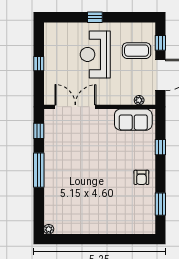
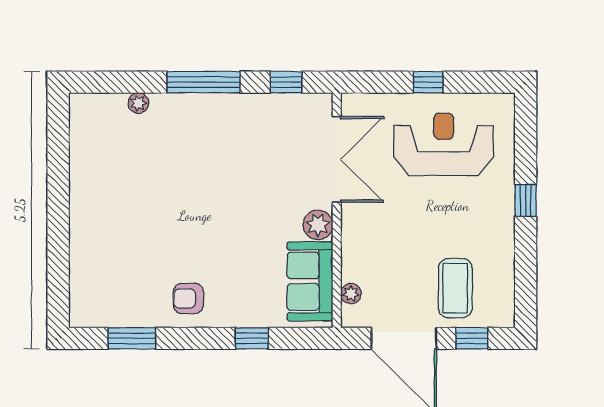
reception desk: (95, 54) -> (444, 144), moved
plant: (106, 116) -> (318, 225), added
plant: (49, 229) -> (138, 103), moved

